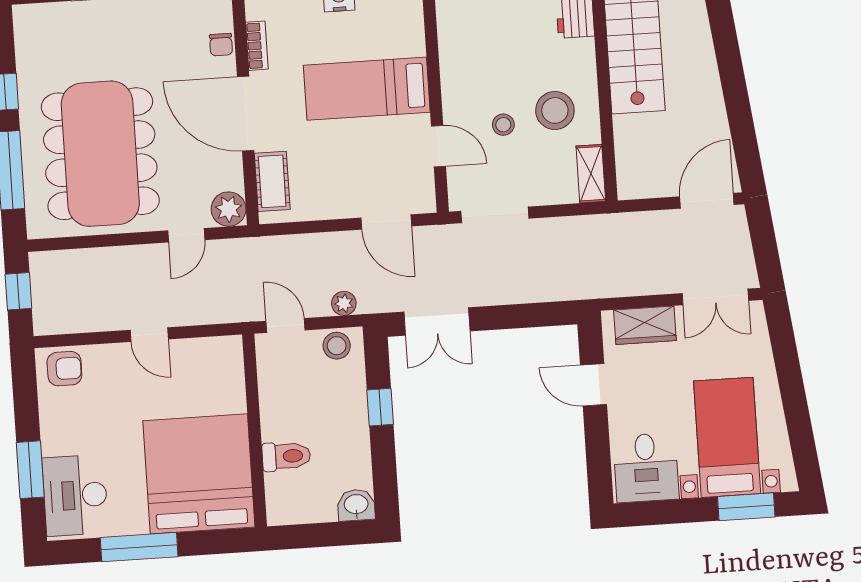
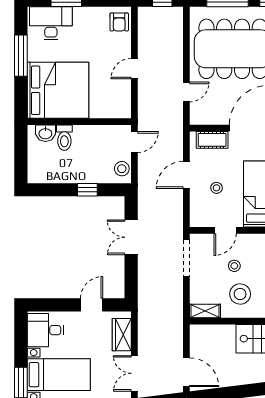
stool: (361, 167) -> (216, 188), added
plant: (229, 209) -> (199, 116), removed
door: (386, 222) -> (186, 175), moved
door: (186, 235) -> (186, 92), swing flipped
plant: (344, 303) -> (144, 174), removed
double door: (437, 321) -> (131, 237), moved
washbasin: (356, 505) -> (45, 133), moved, turned 90

